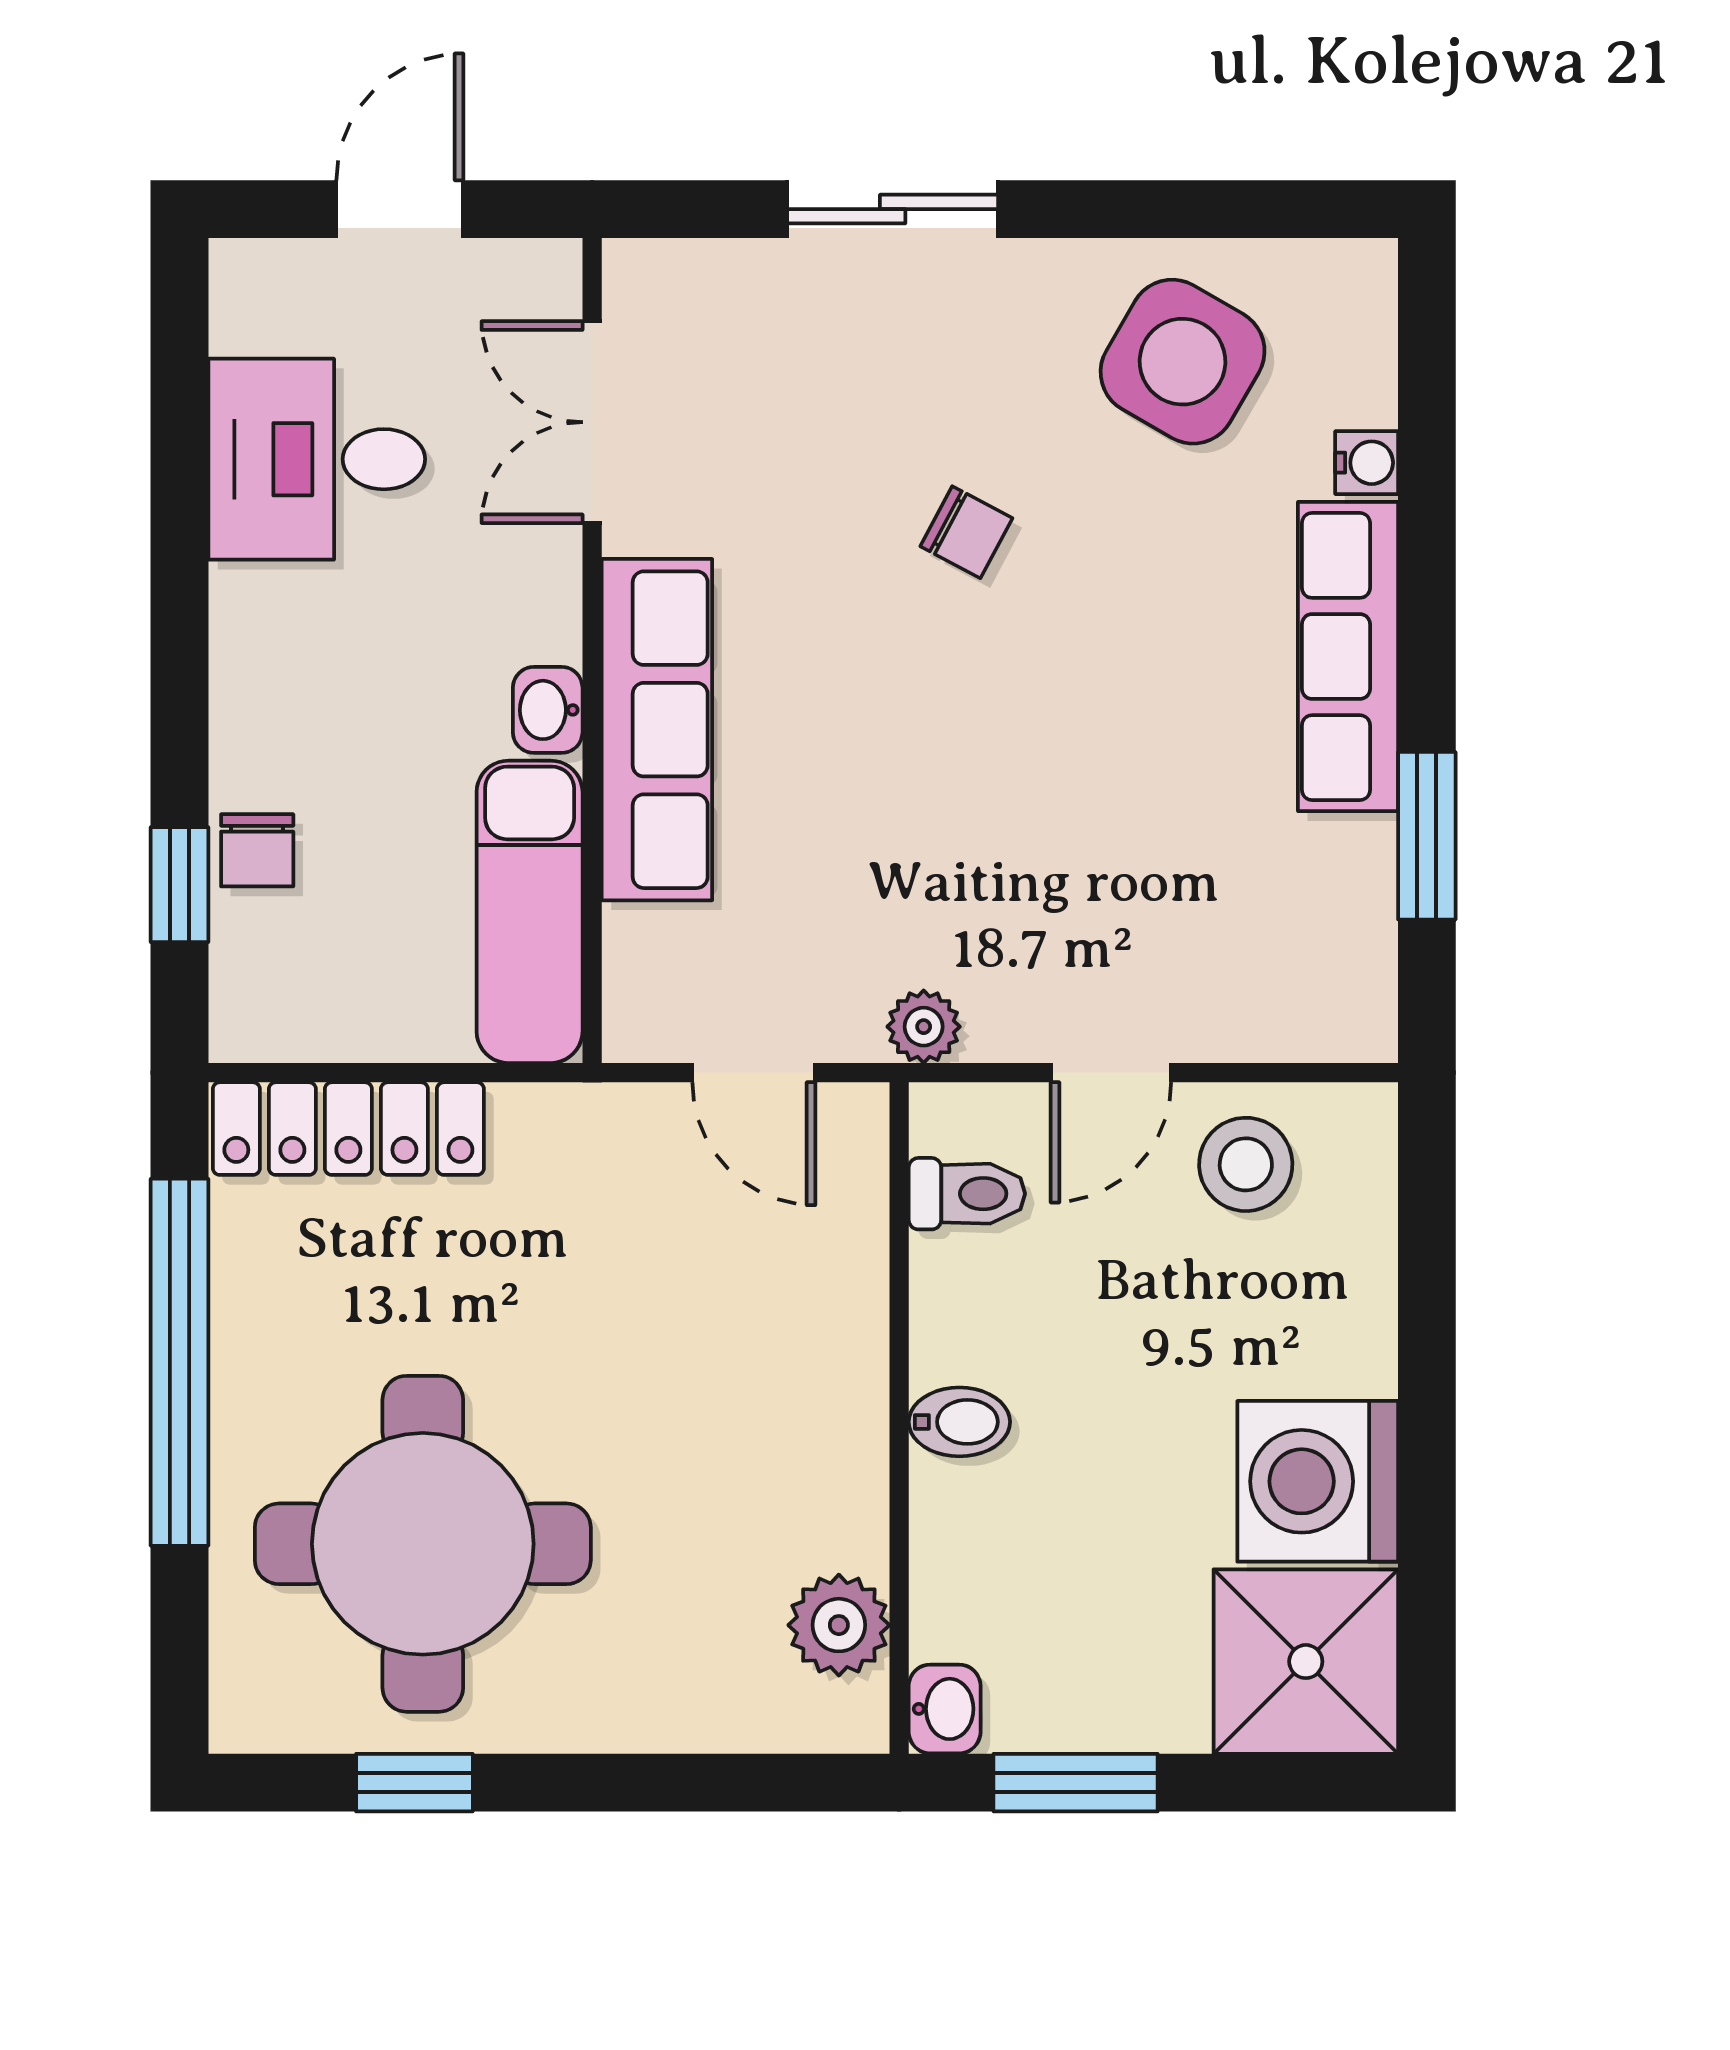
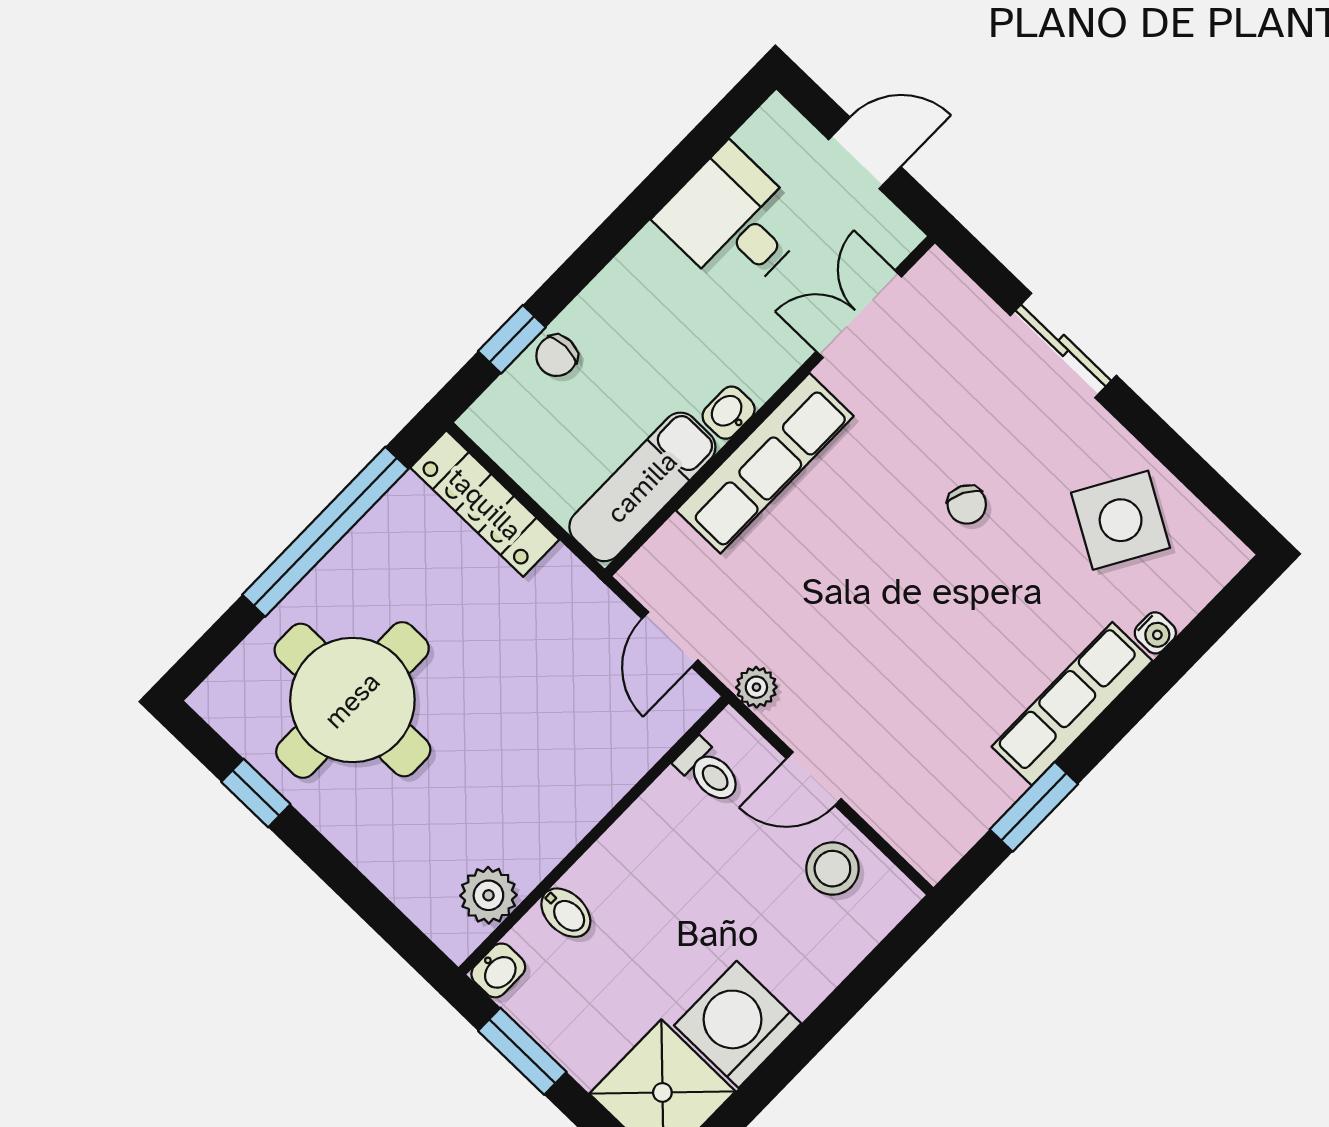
bidet: (959, 1422) -> (566, 913), moved

